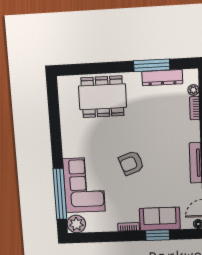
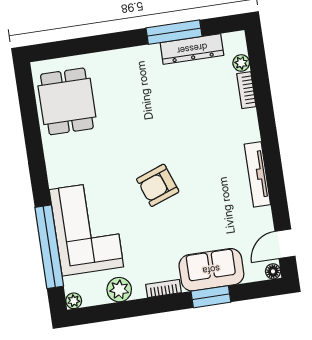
dining table: (102, 97) -> (67, 101), moved, width x0.73
plant: (76, 224) -> (74, 301), width x0.53, depth x0.53
plant: (101, 225) -> (119, 290), added

